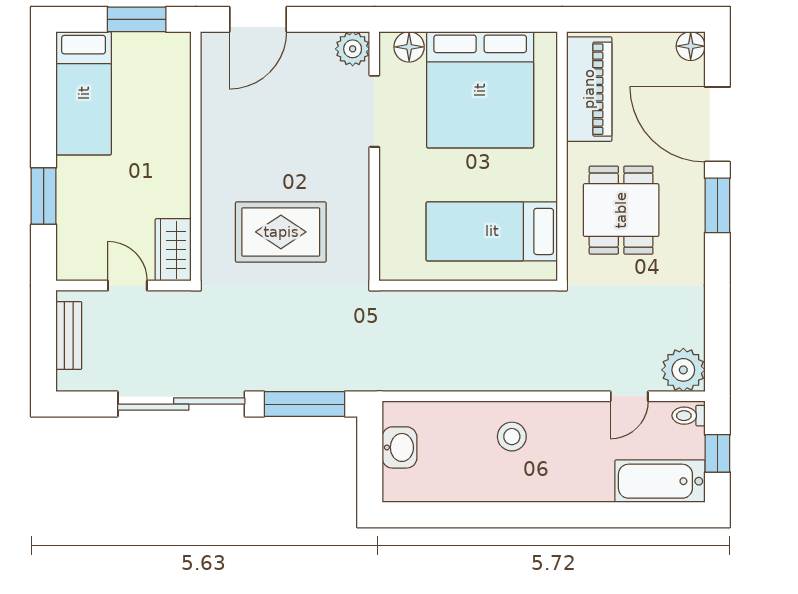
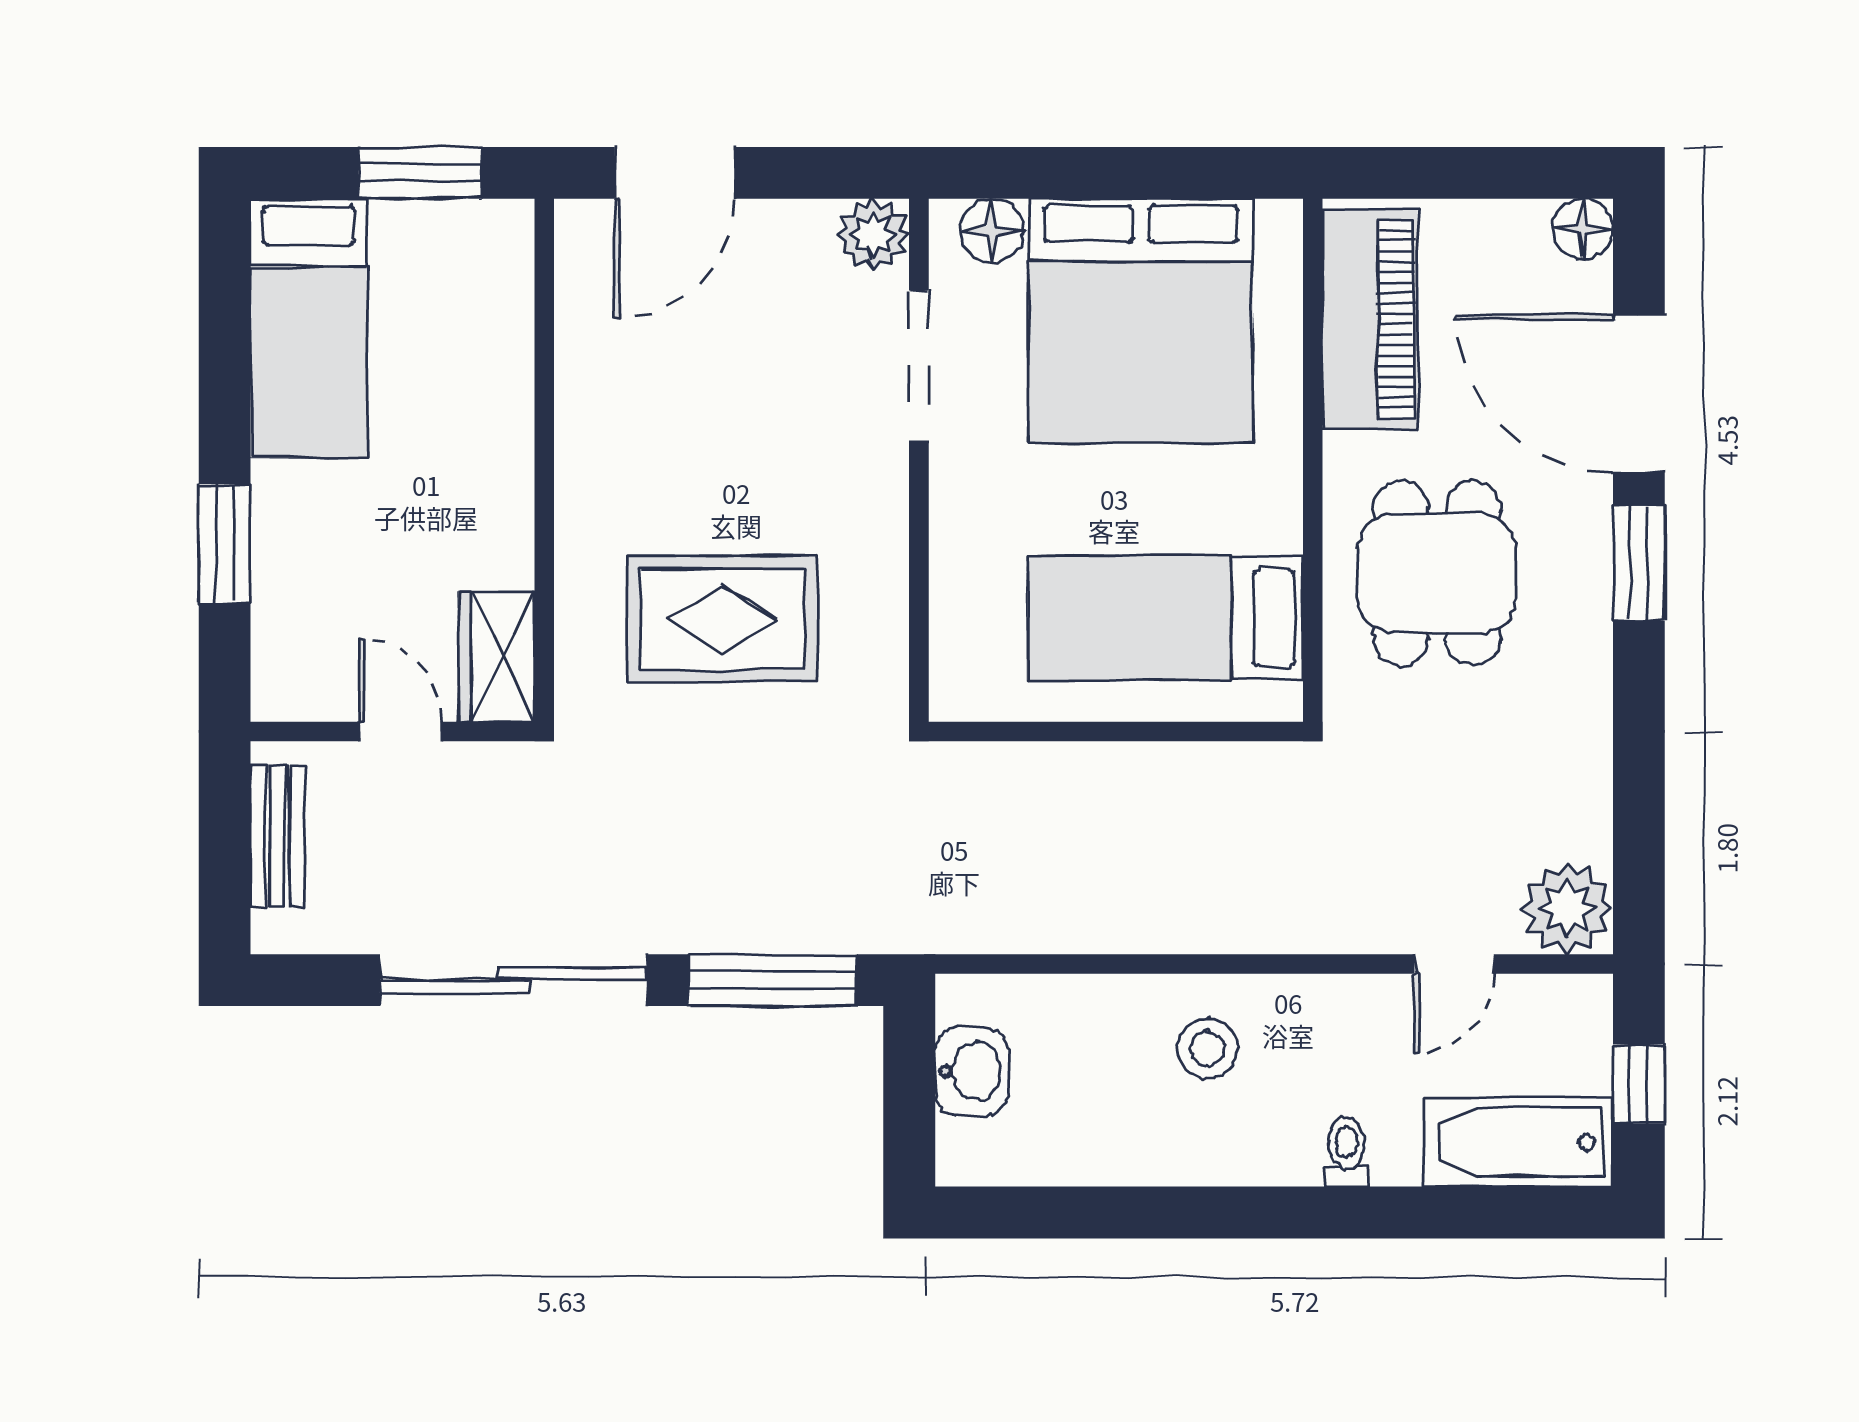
toilet: (689, 416) -> (1347, 1152), moved, turned 90

